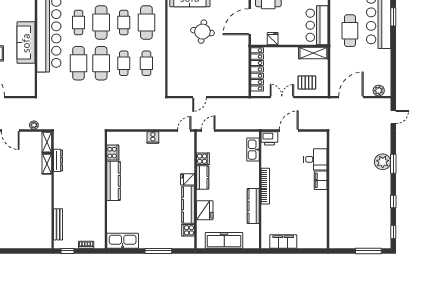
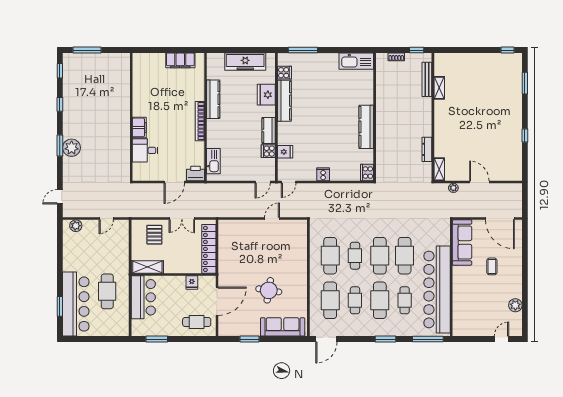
sofa: (26, 43) -> (462, 243), moved
cafe table: (146, 63) -> (330, 256), width x1.37, depth x1.35
pallet: (307, 82) -> (154, 235), turned 90
door: (351, 97) -> (106, 219), width x0.53
cooker: (113, 153) -> (367, 173), moved
shelving: (47, 164) -> (439, 88), moved
fridge: (188, 179) -> (285, 152), moved
window: (158, 251) -> (303, 50), moved

